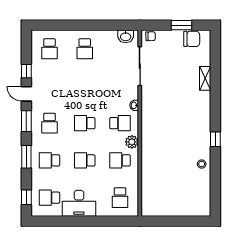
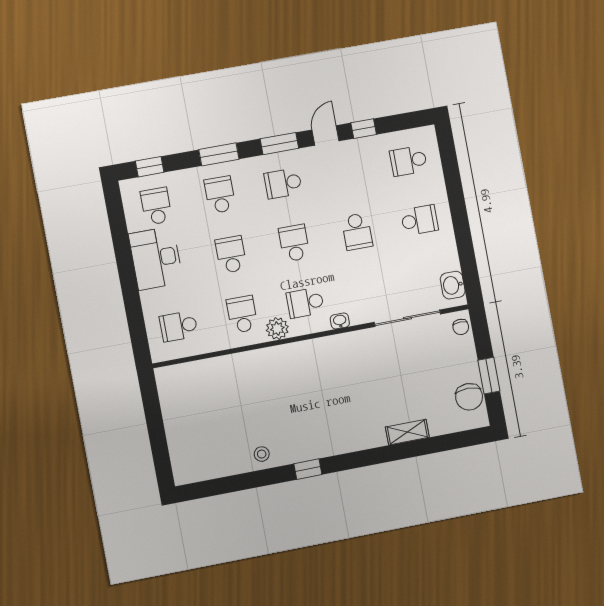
school desk: (85, 49) -> (419, 220), turned 180
school desk: (85, 86) -> (357, 232), added
school desk: (120, 123) -> (305, 303), turned 90

